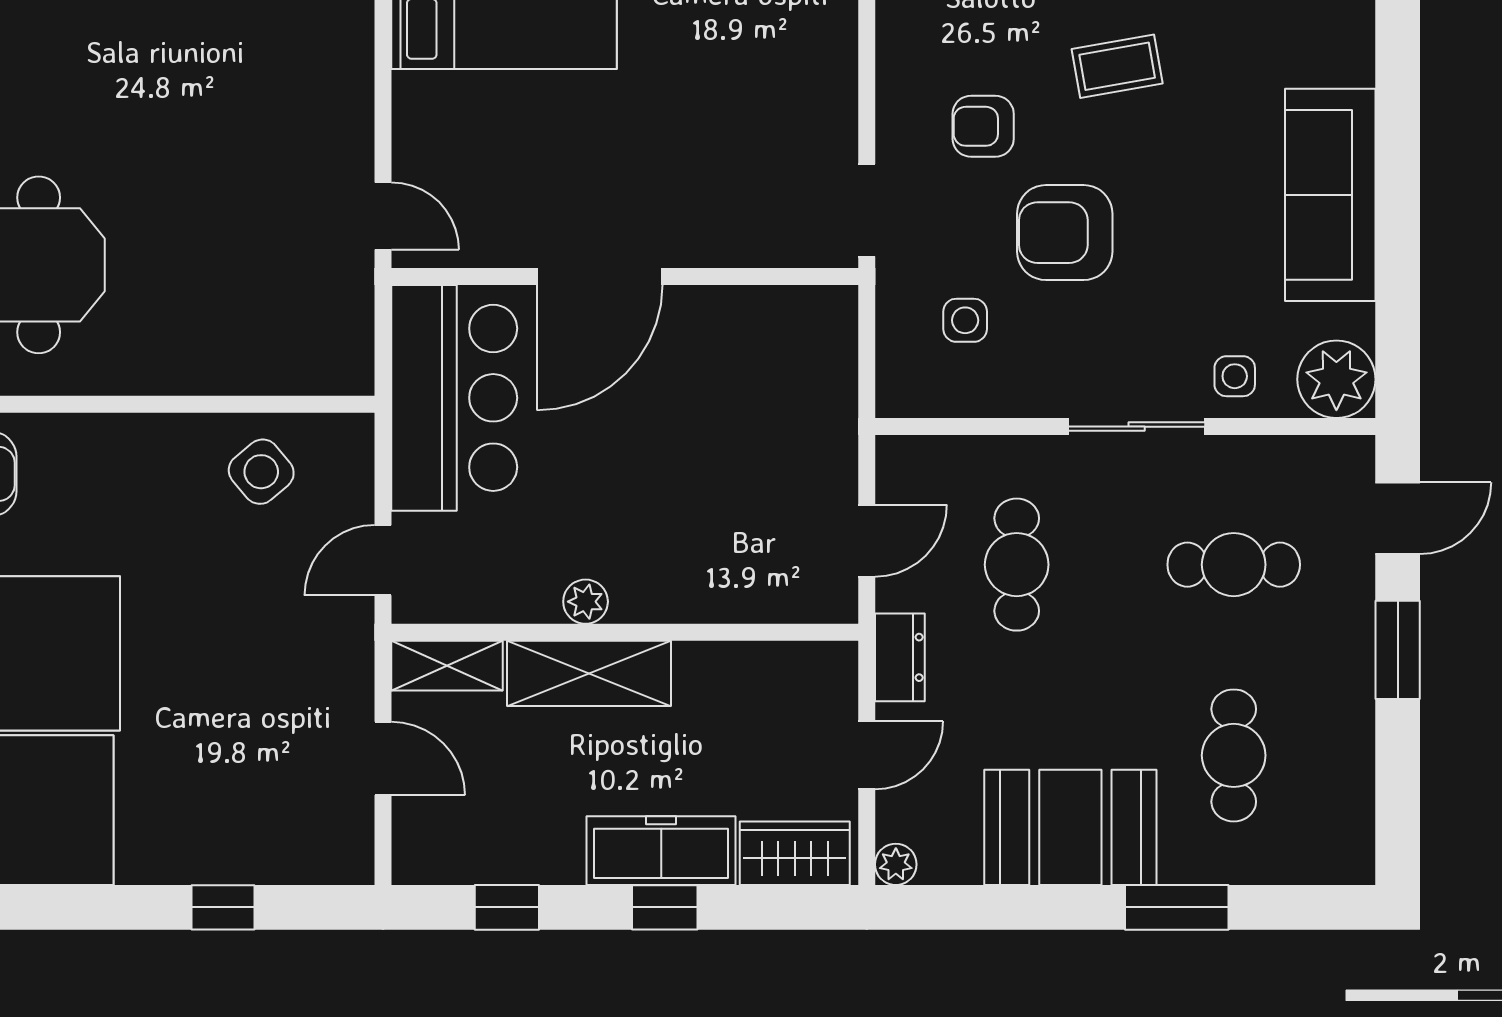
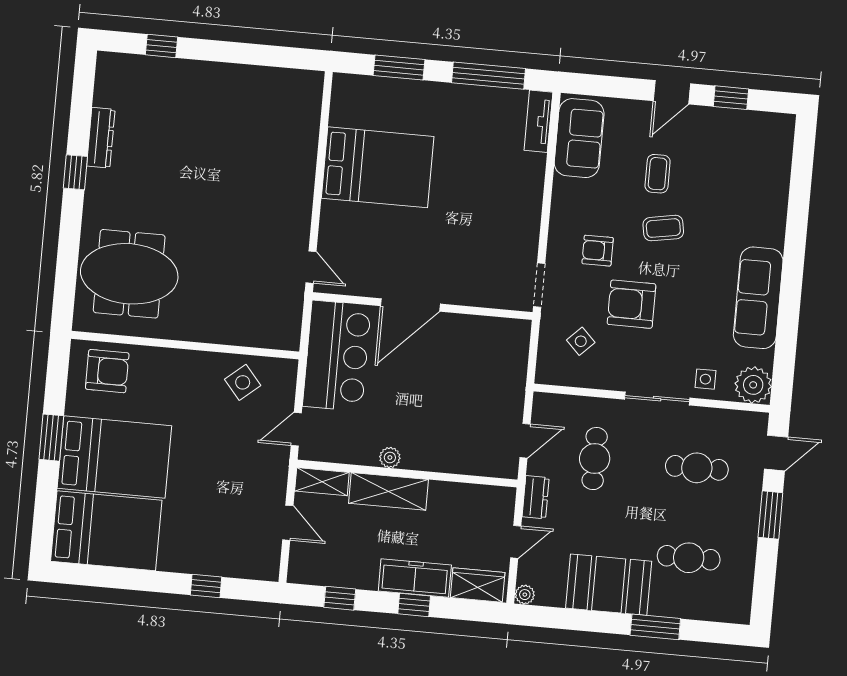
side table: (965, 320) -> (581, 341), turned 45
cafe table: (1234, 755) -> (689, 558), turned 90

